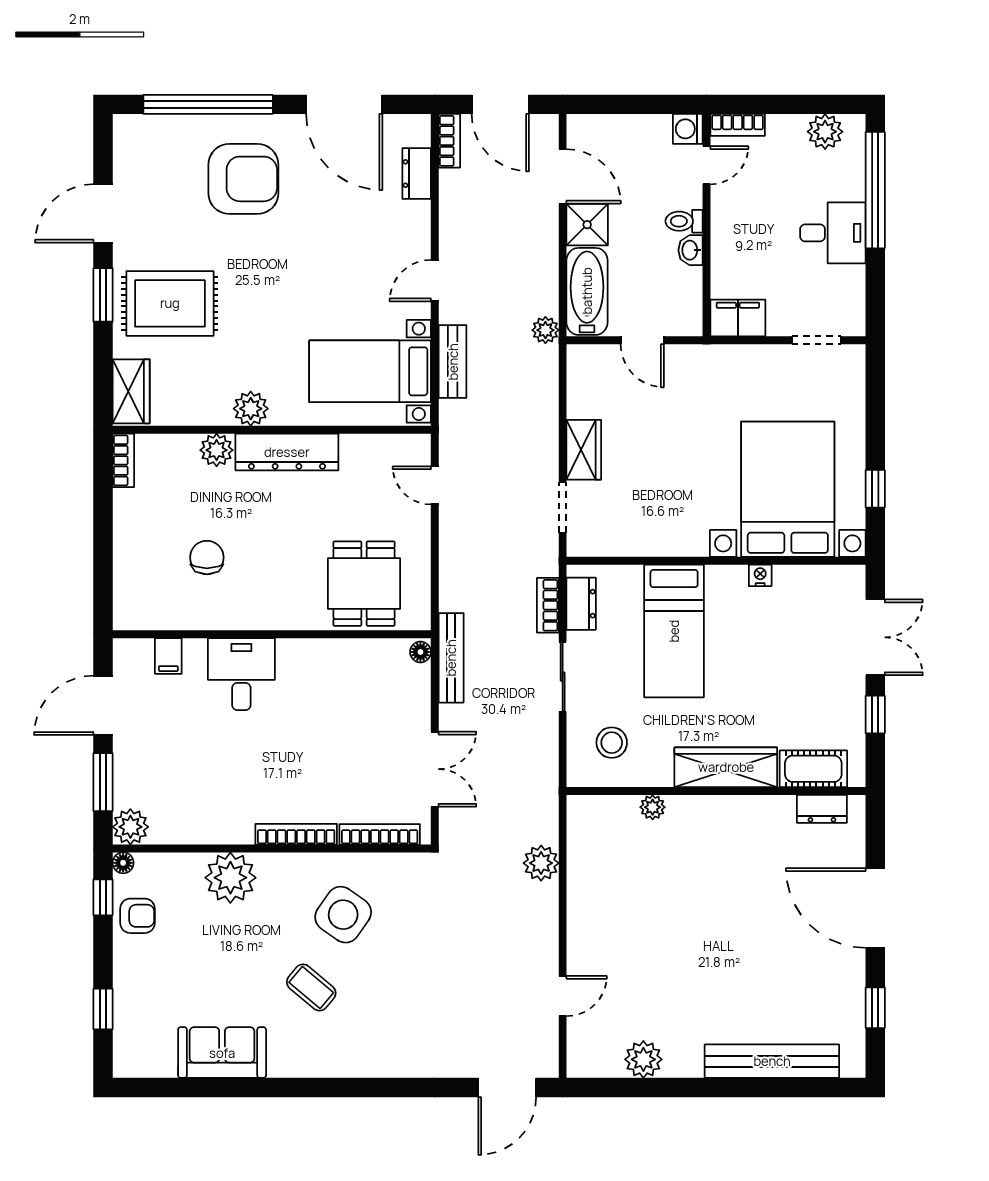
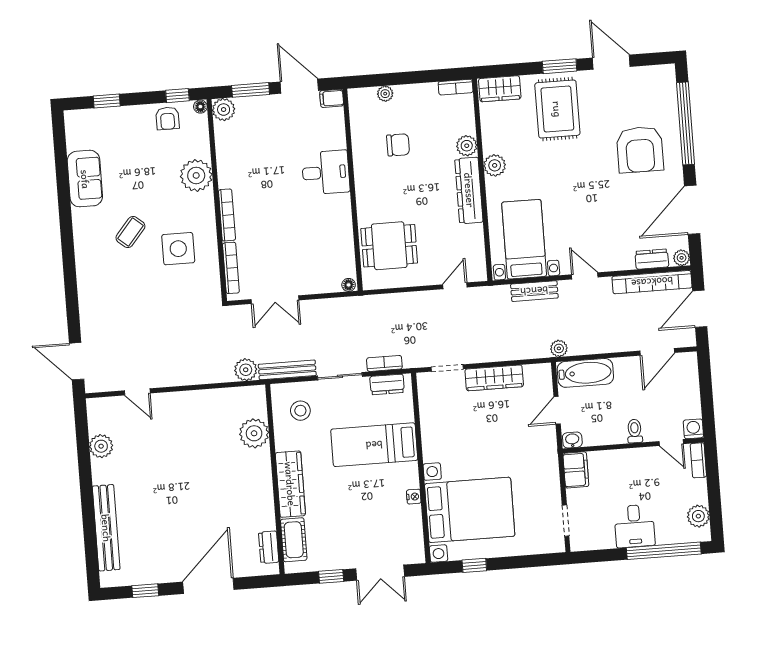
plant: (418, 127) -> (682, 258), added
bookcase: (449, 141) -> (652, 282), width x2.31, depth x1.31
shower: (587, 225) -> (628, 370), removed
washbasin: (691, 250) -> (572, 440), moved
wardrobe: (584, 450) -> (494, 378), width x1.50
plant: (125, 572) -> (385, 94), added
filing cabinet: (168, 656) -> (332, 98), moved
bench: (451, 658) -> (287, 370), moved
plant: (653, 807) -> (254, 433), width x1.87, depth x1.87
plant: (541, 863) -> (246, 370), moved
side table: (343, 915) -> (178, 249), turned -35

